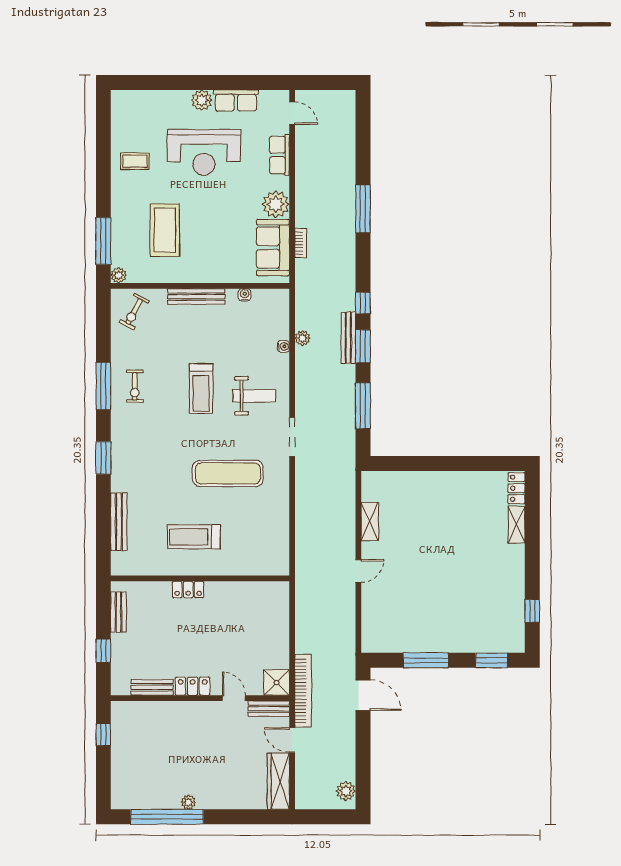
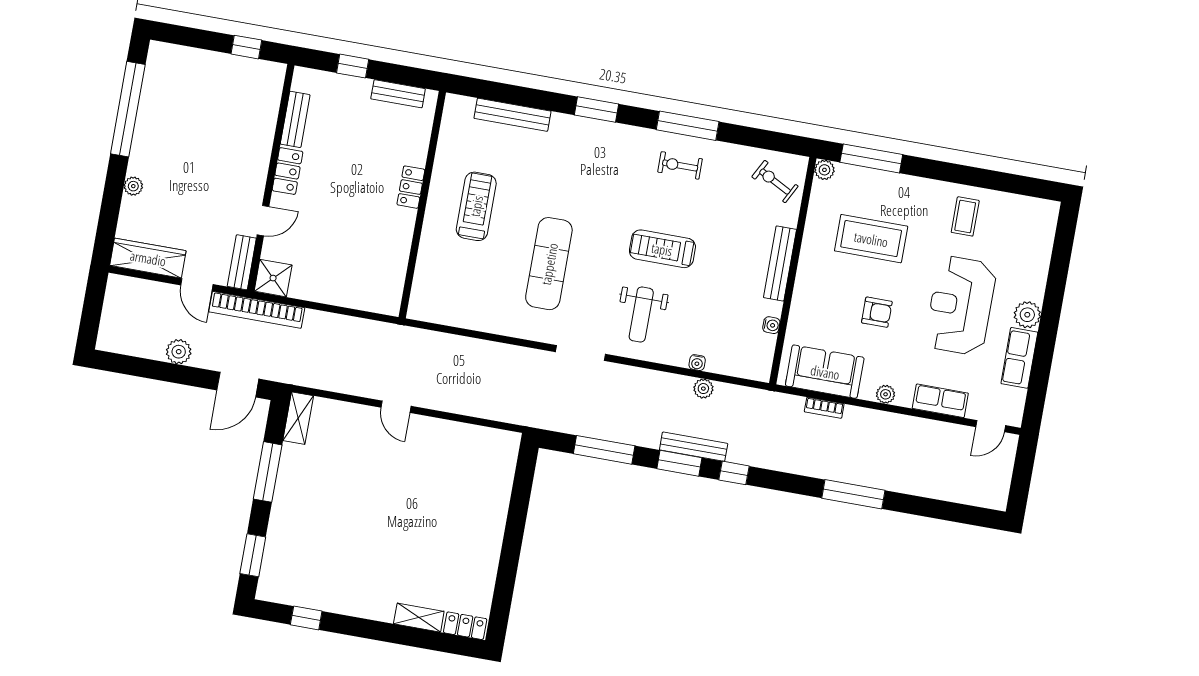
plant: (276, 204) -> (886, 394), width x0.53, depth x0.53
armchair: (220, 216) -> (877, 312), added
shelving: (370, 522) -> (298, 418), moved, turned 90
door: (292, 740) -> (197, 285), swing flipped
plant: (346, 791) -> (179, 352), moved
plant: (188, 802) -> (133, 186), moved

